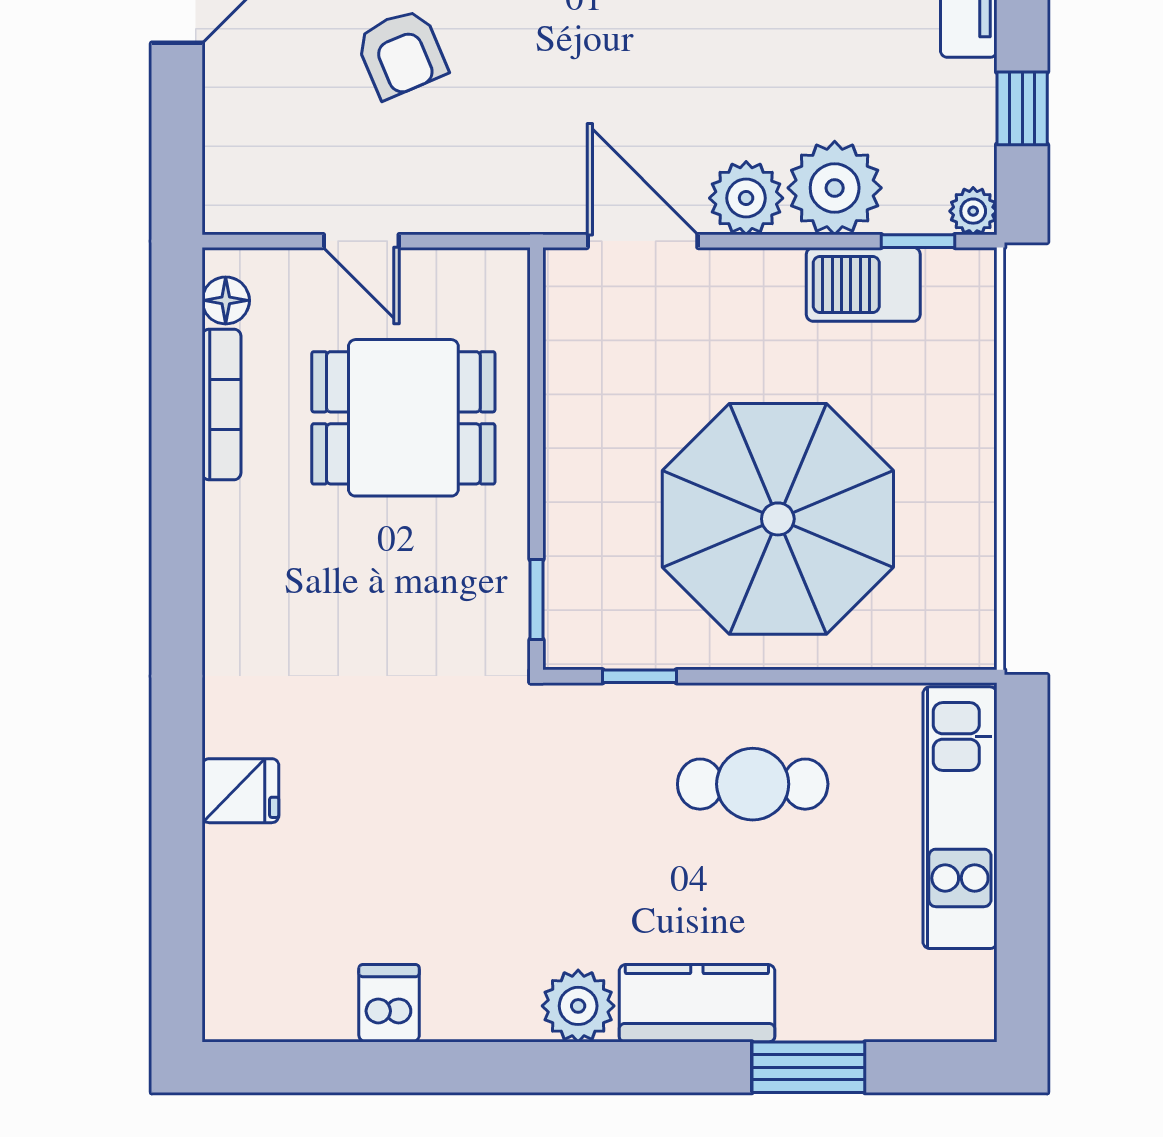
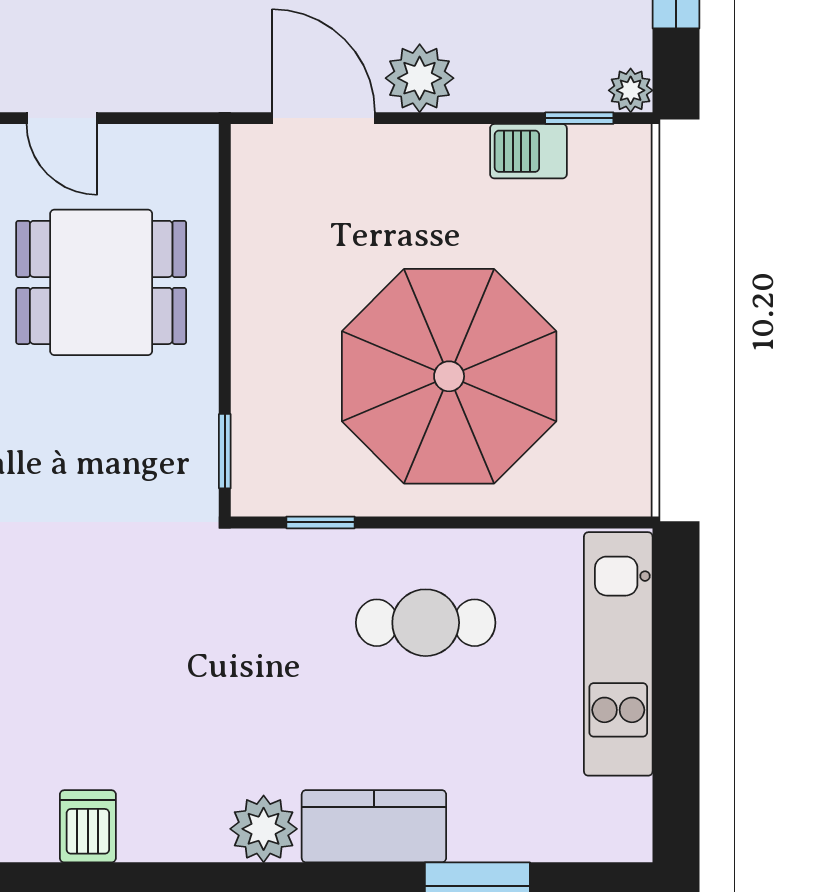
plant: (835, 188) -> (502, 69), removed
barbecue: (863, 284) -> (528, 151), width x0.73, depth x0.79

